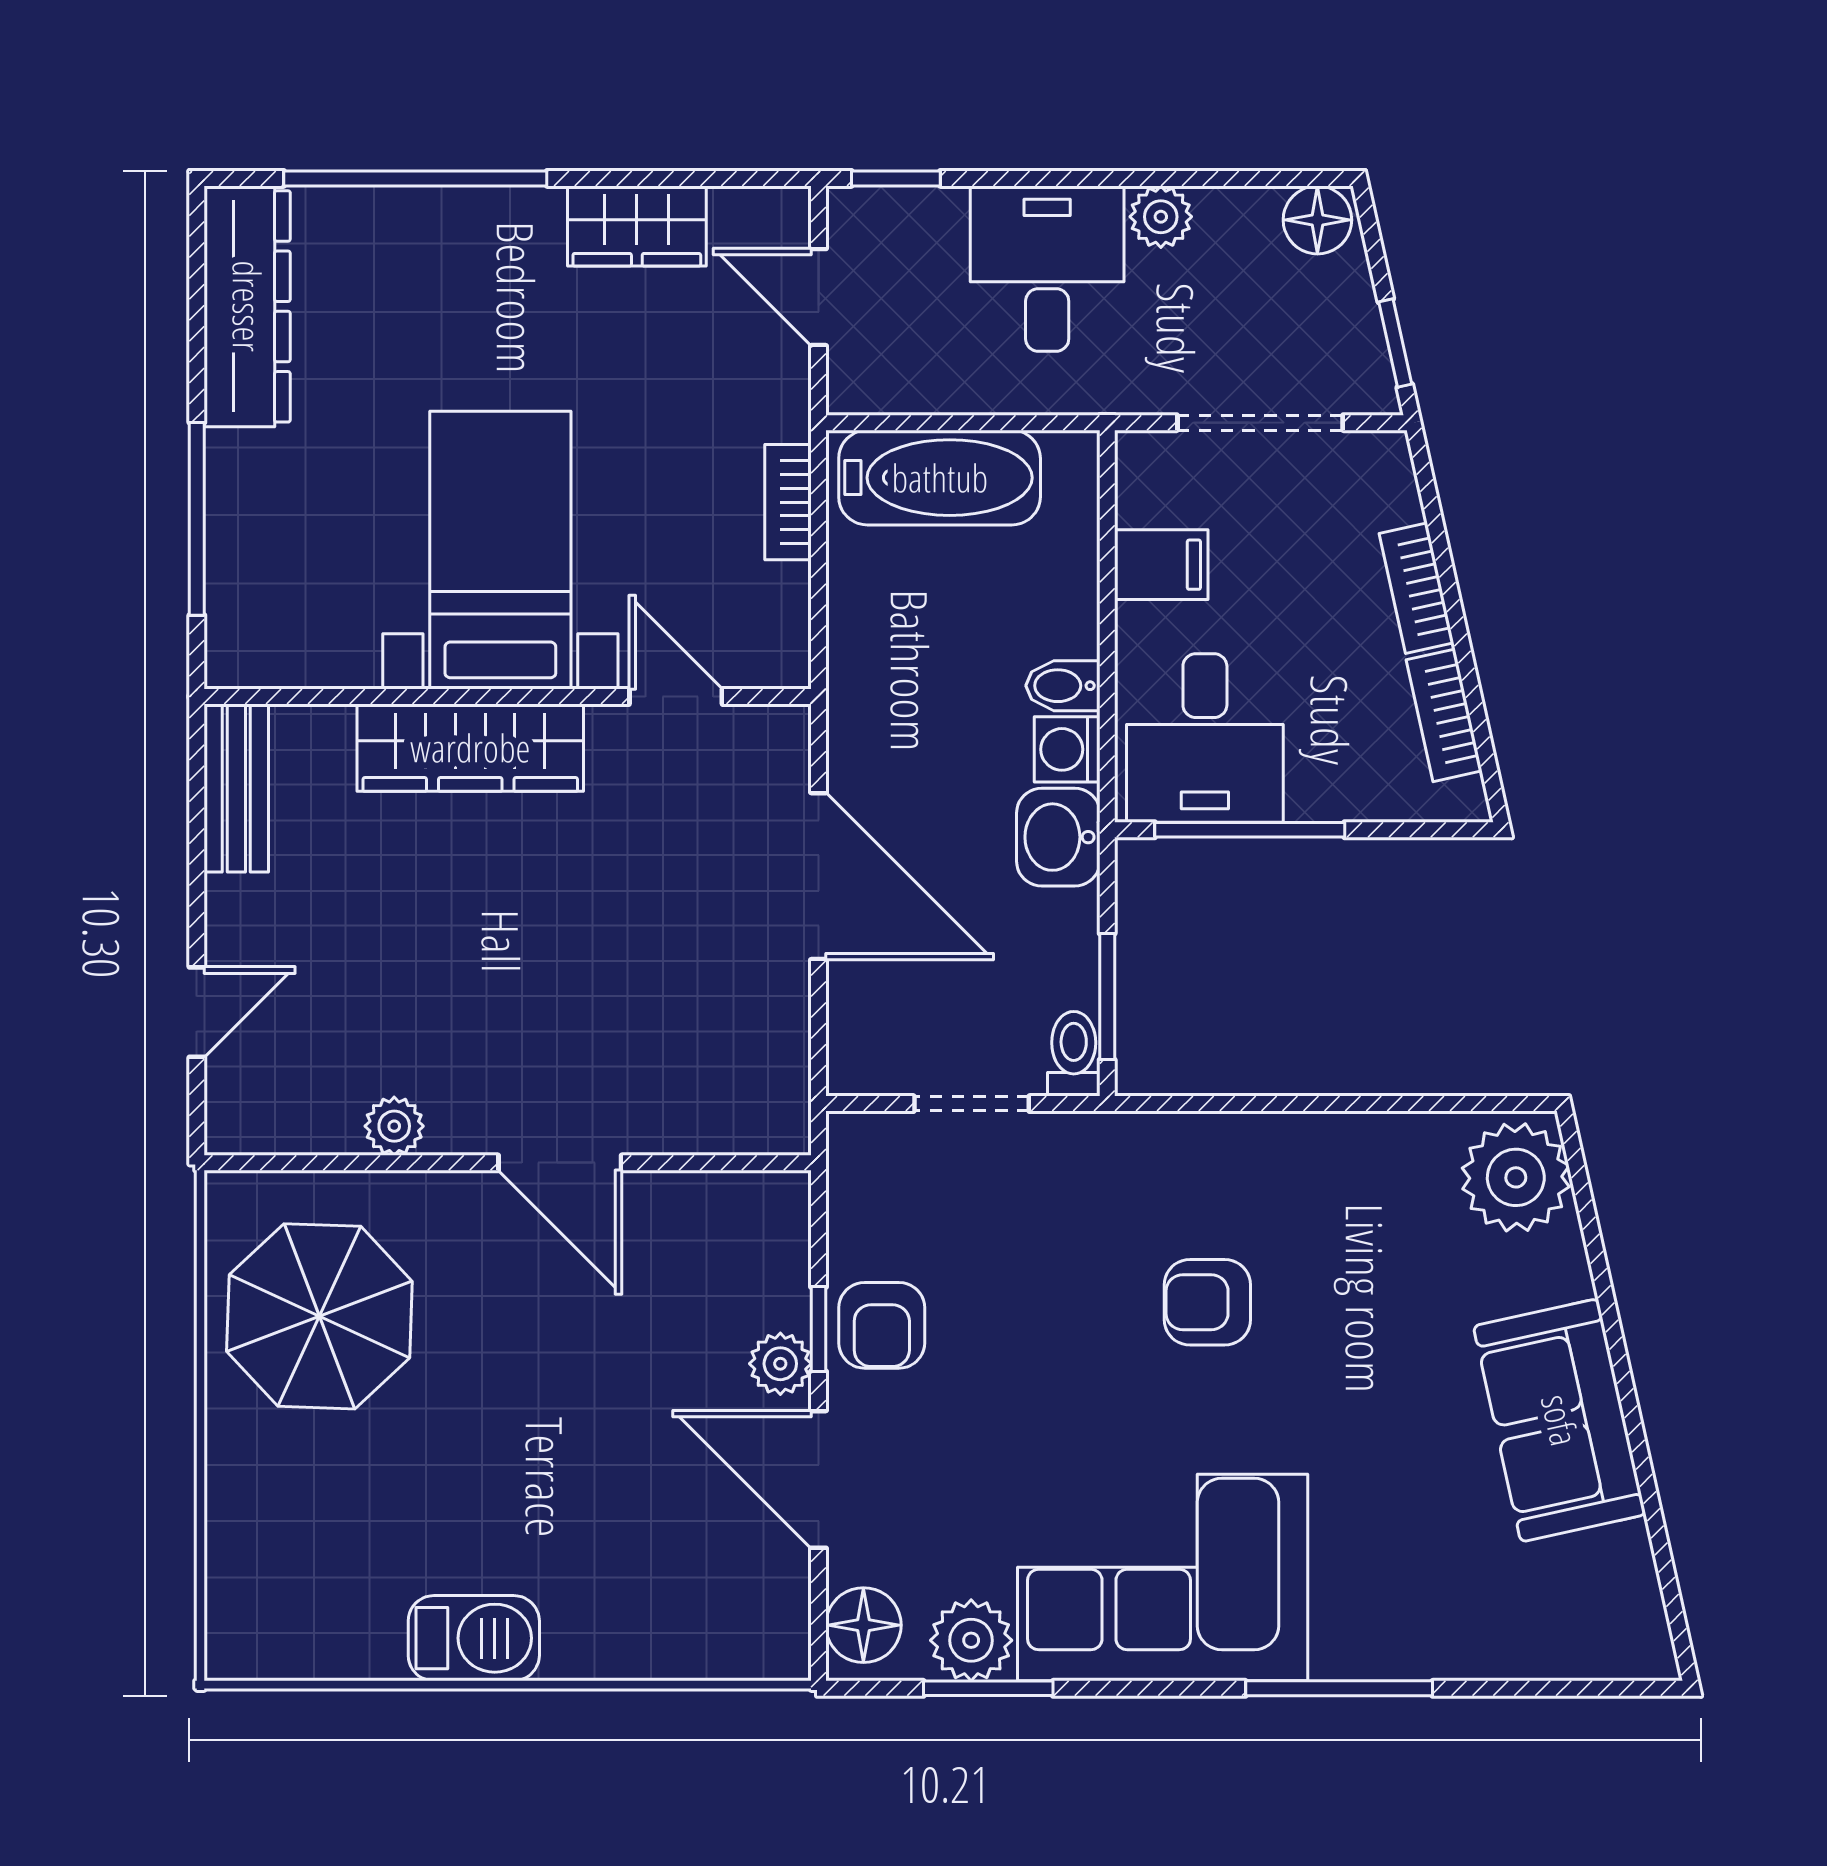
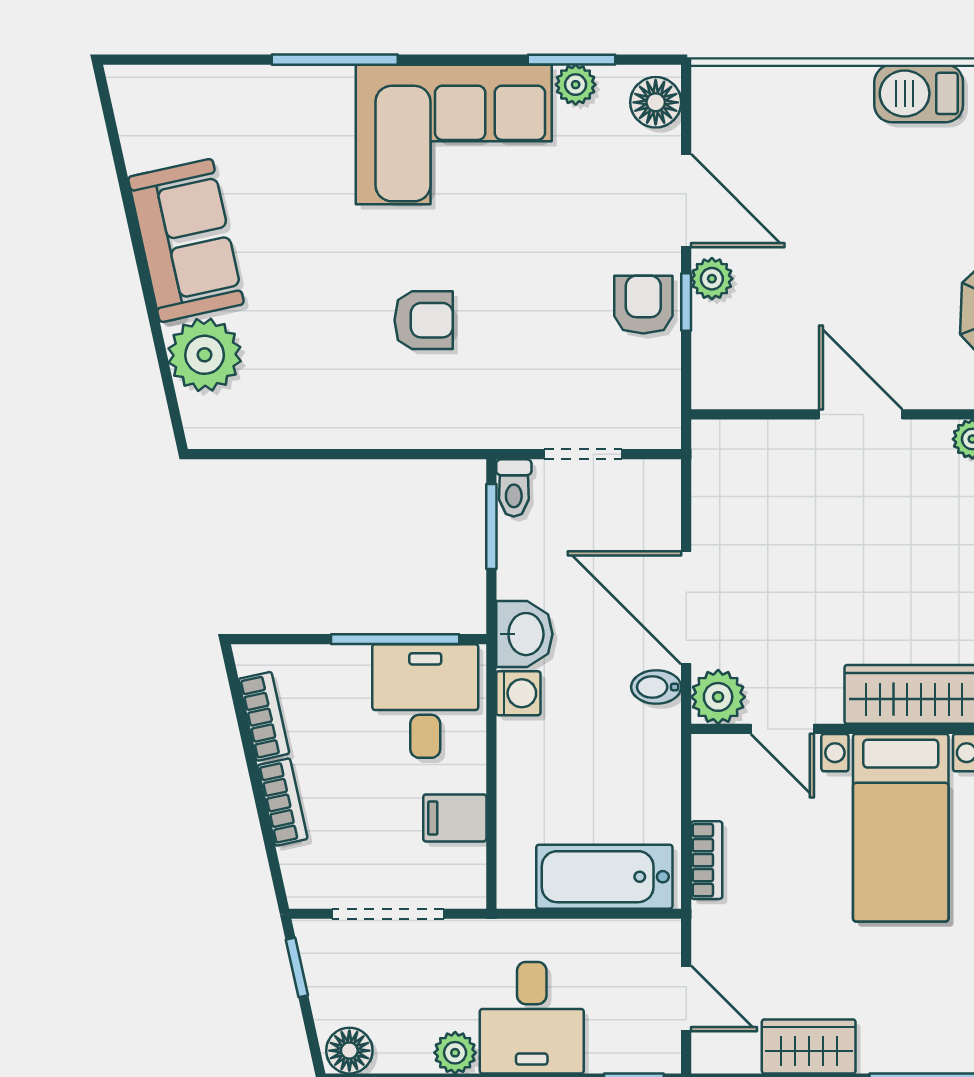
bidet: (1063, 686) -> (656, 687), moved, turned 180
plant: (771, 744) -> (718, 697), added
plant: (1516, 1177) -> (205, 355), moved
plant: (971, 1640) -> (576, 85), width x0.73, depth x0.73

